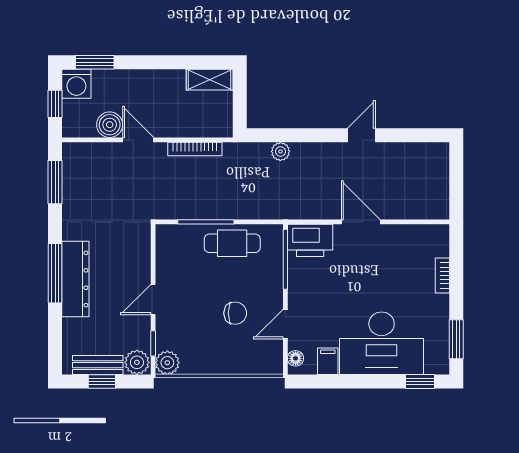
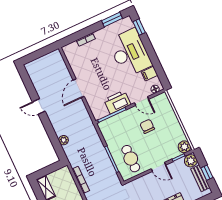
printer: (310, 240) -> (117, 102), moved, turned -90
cafe table: (232, 243) -> (131, 159), moved

